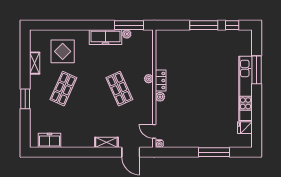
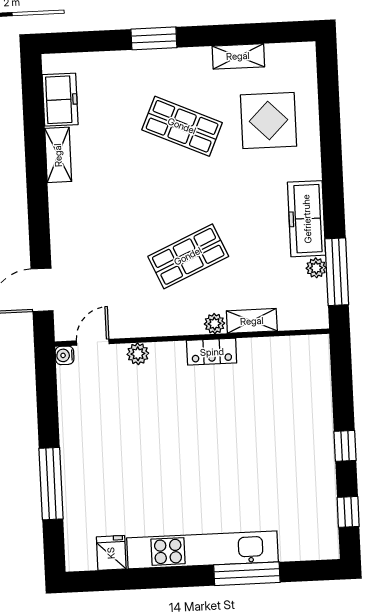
window: (204, 25) -> (345, 446), width x0.46
shelving: (148, 63) -> (252, 321), added
plant: (160, 97) -> (138, 354), moved
shelving: (106, 142) -> (58, 155), moved

